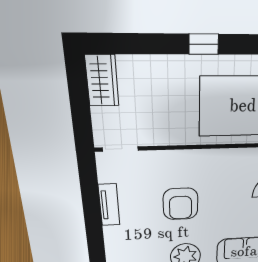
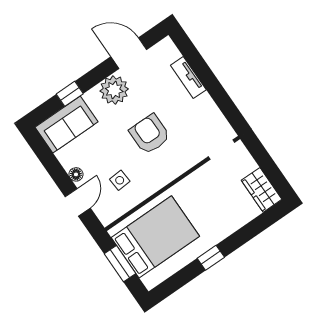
side table: (236, 181) -> (120, 180), added
tv unit: (109, 205) -> (188, 77), moved

